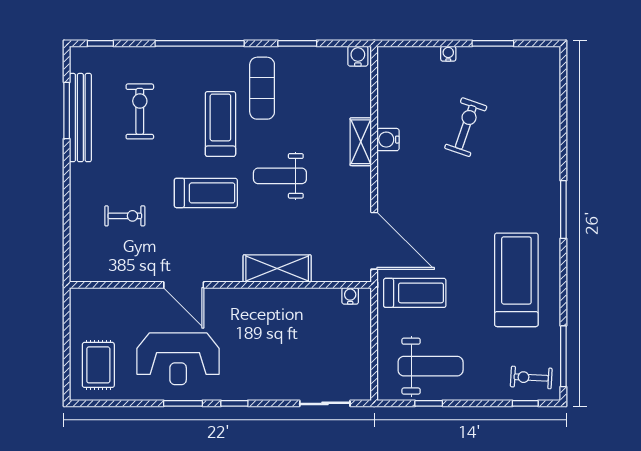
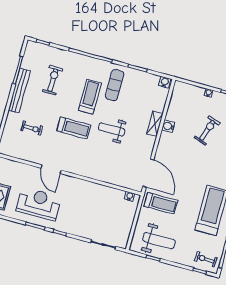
bench: (80, 118) -> (19, 90), moved
shelving: (277, 269) -> (98, 174), removed
reception desk: (178, 359) -> (39, 204), turned 180

